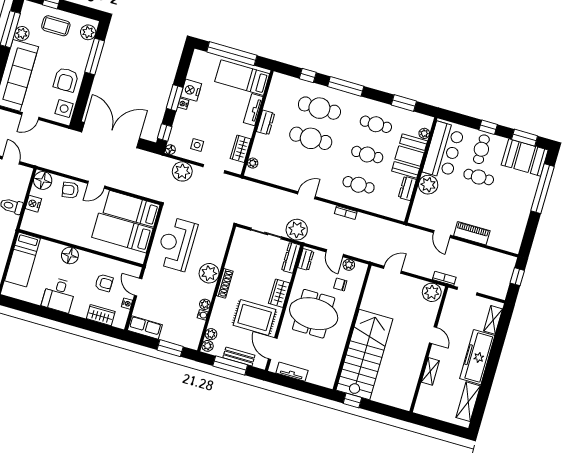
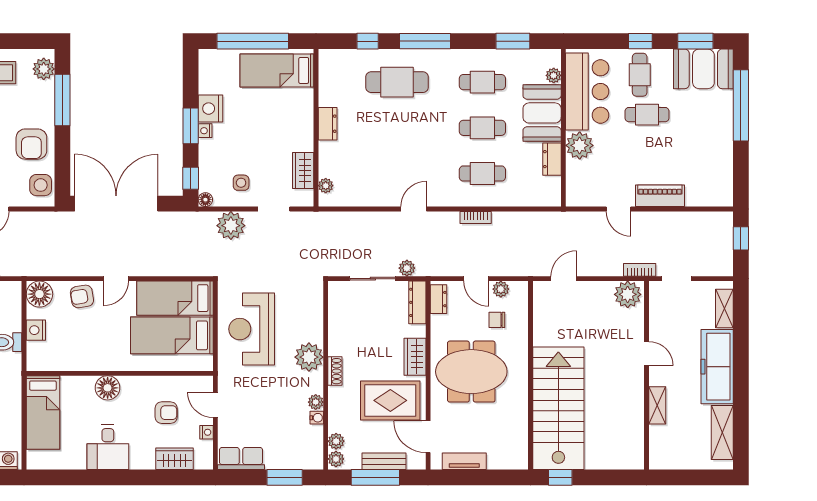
tv unit: (253, 110) -> (305, 111), removed
cafe table: (311, 138) -> (397, 128), removed
plant: (297, 230) -> (407, 268), width x0.53, depth x0.53
shoe rack: (225, 283) -> (335, 371), width x0.70

